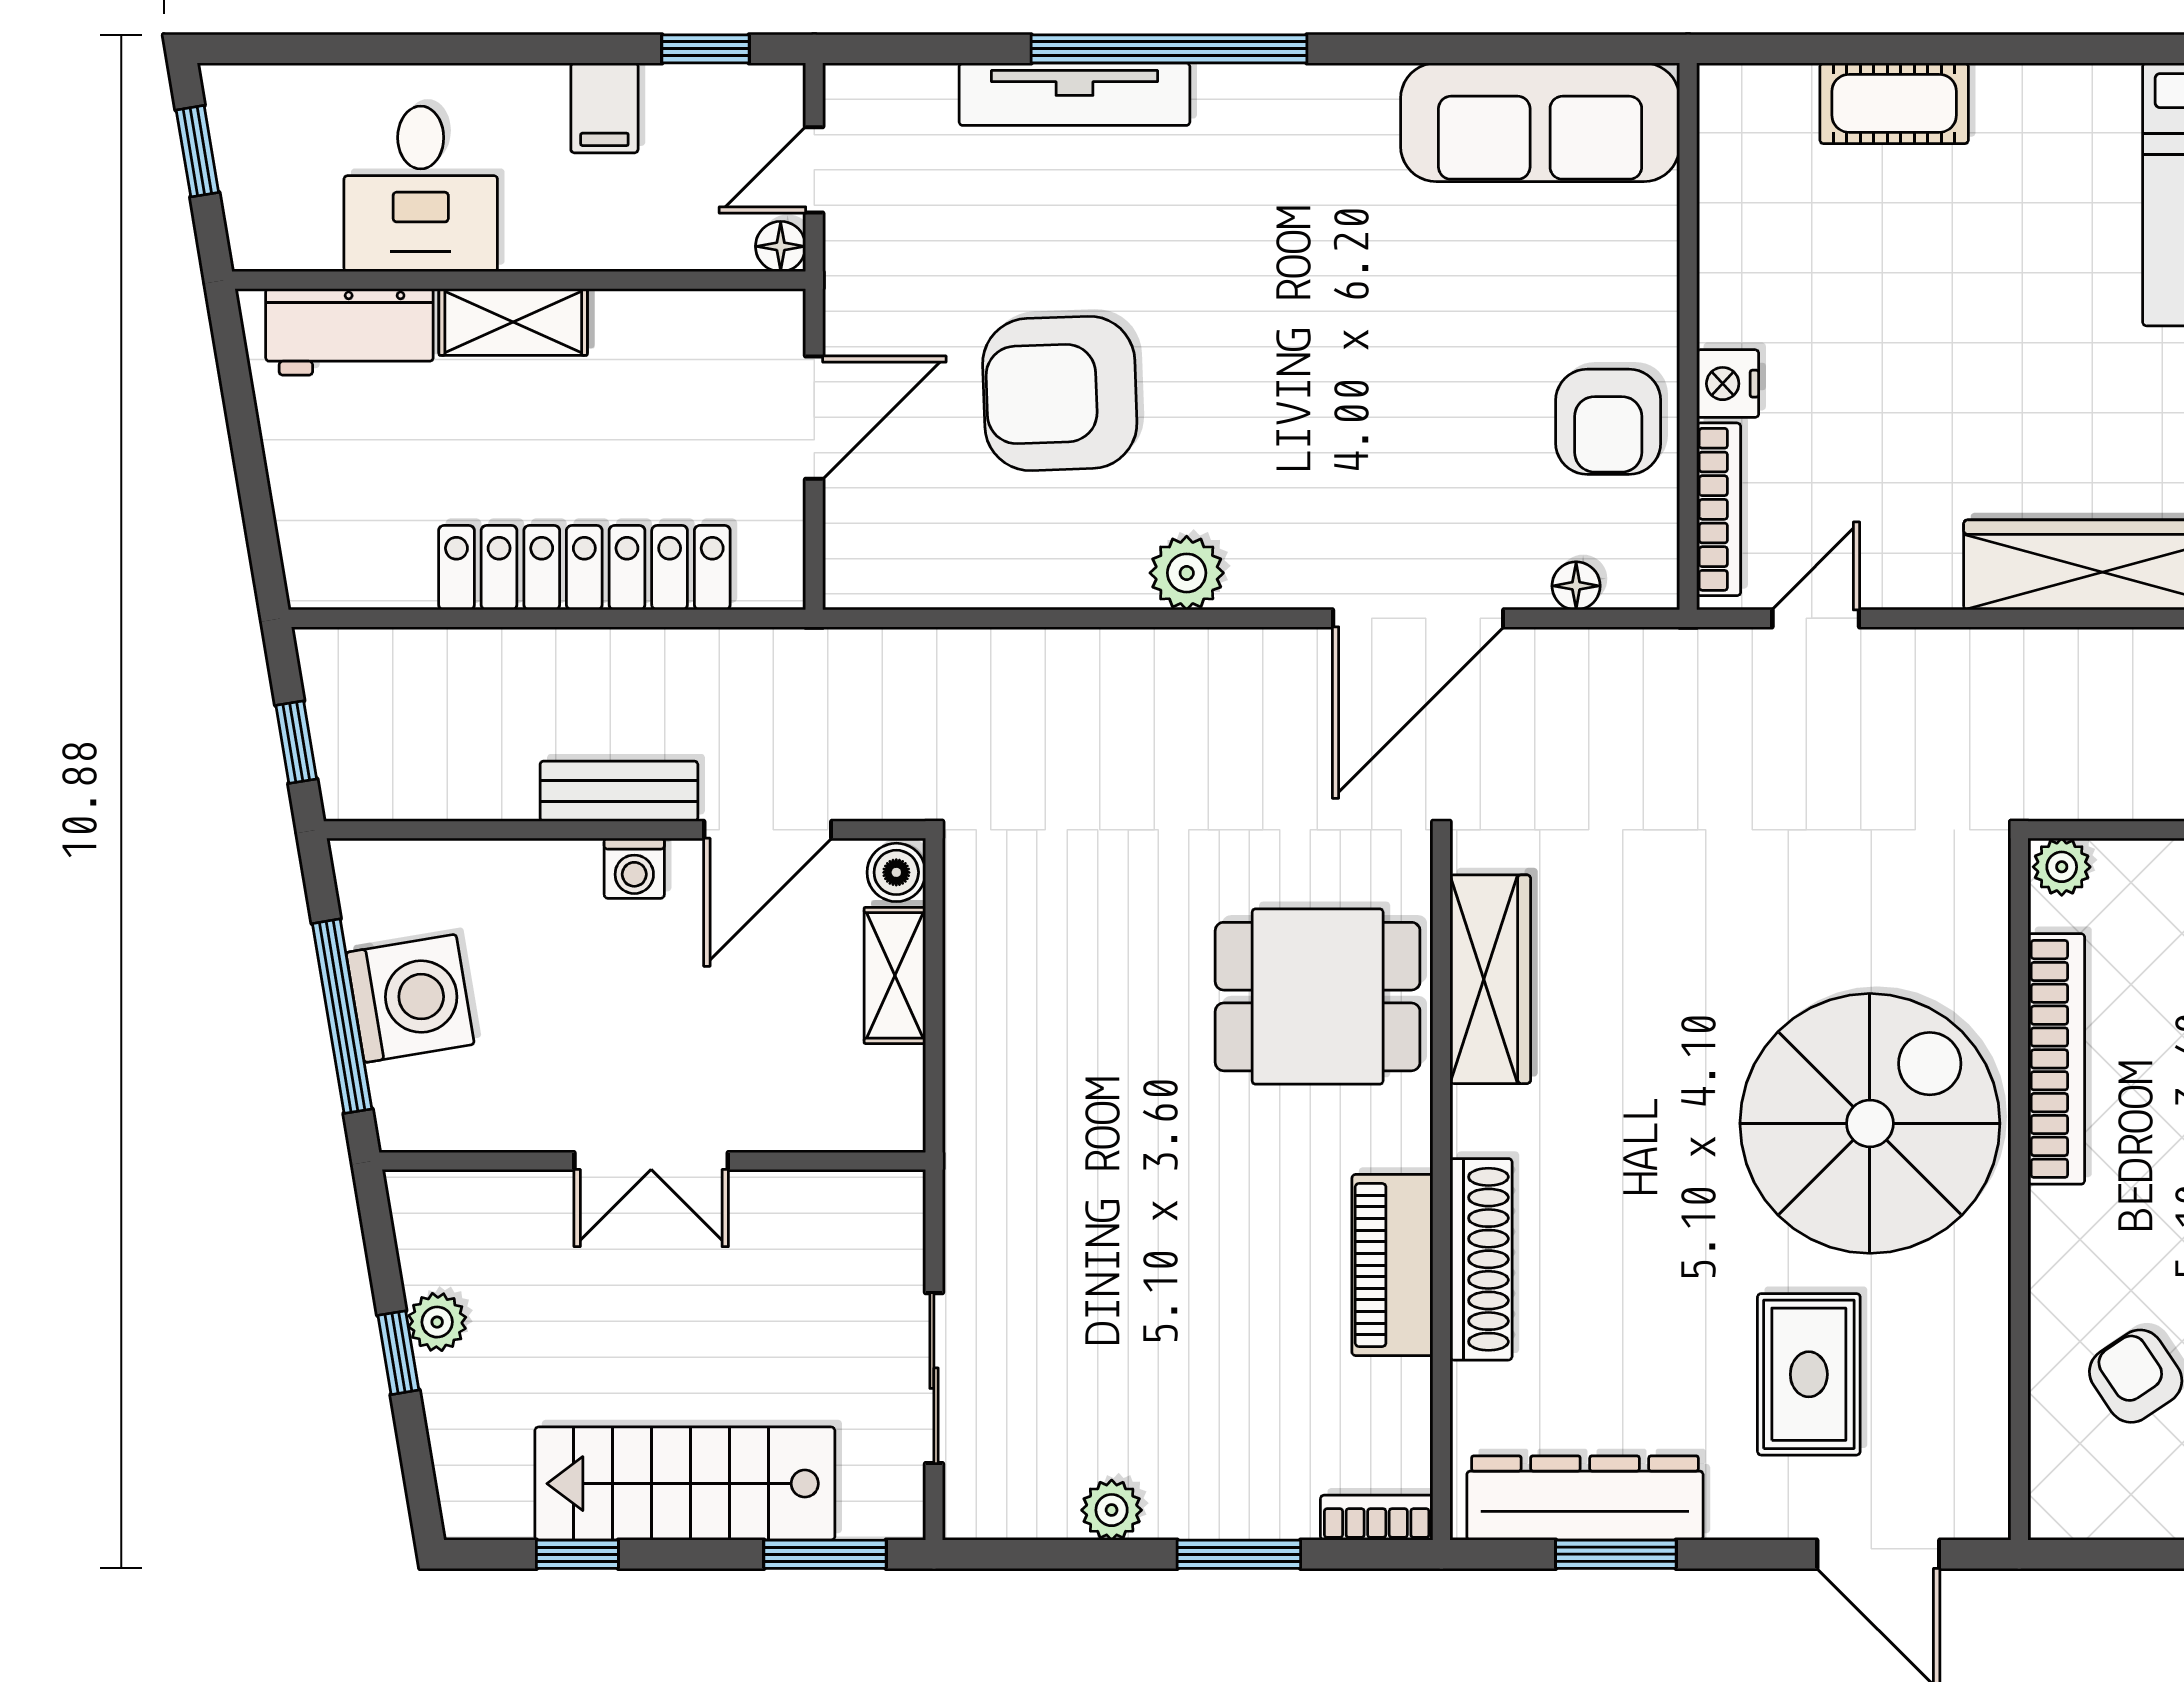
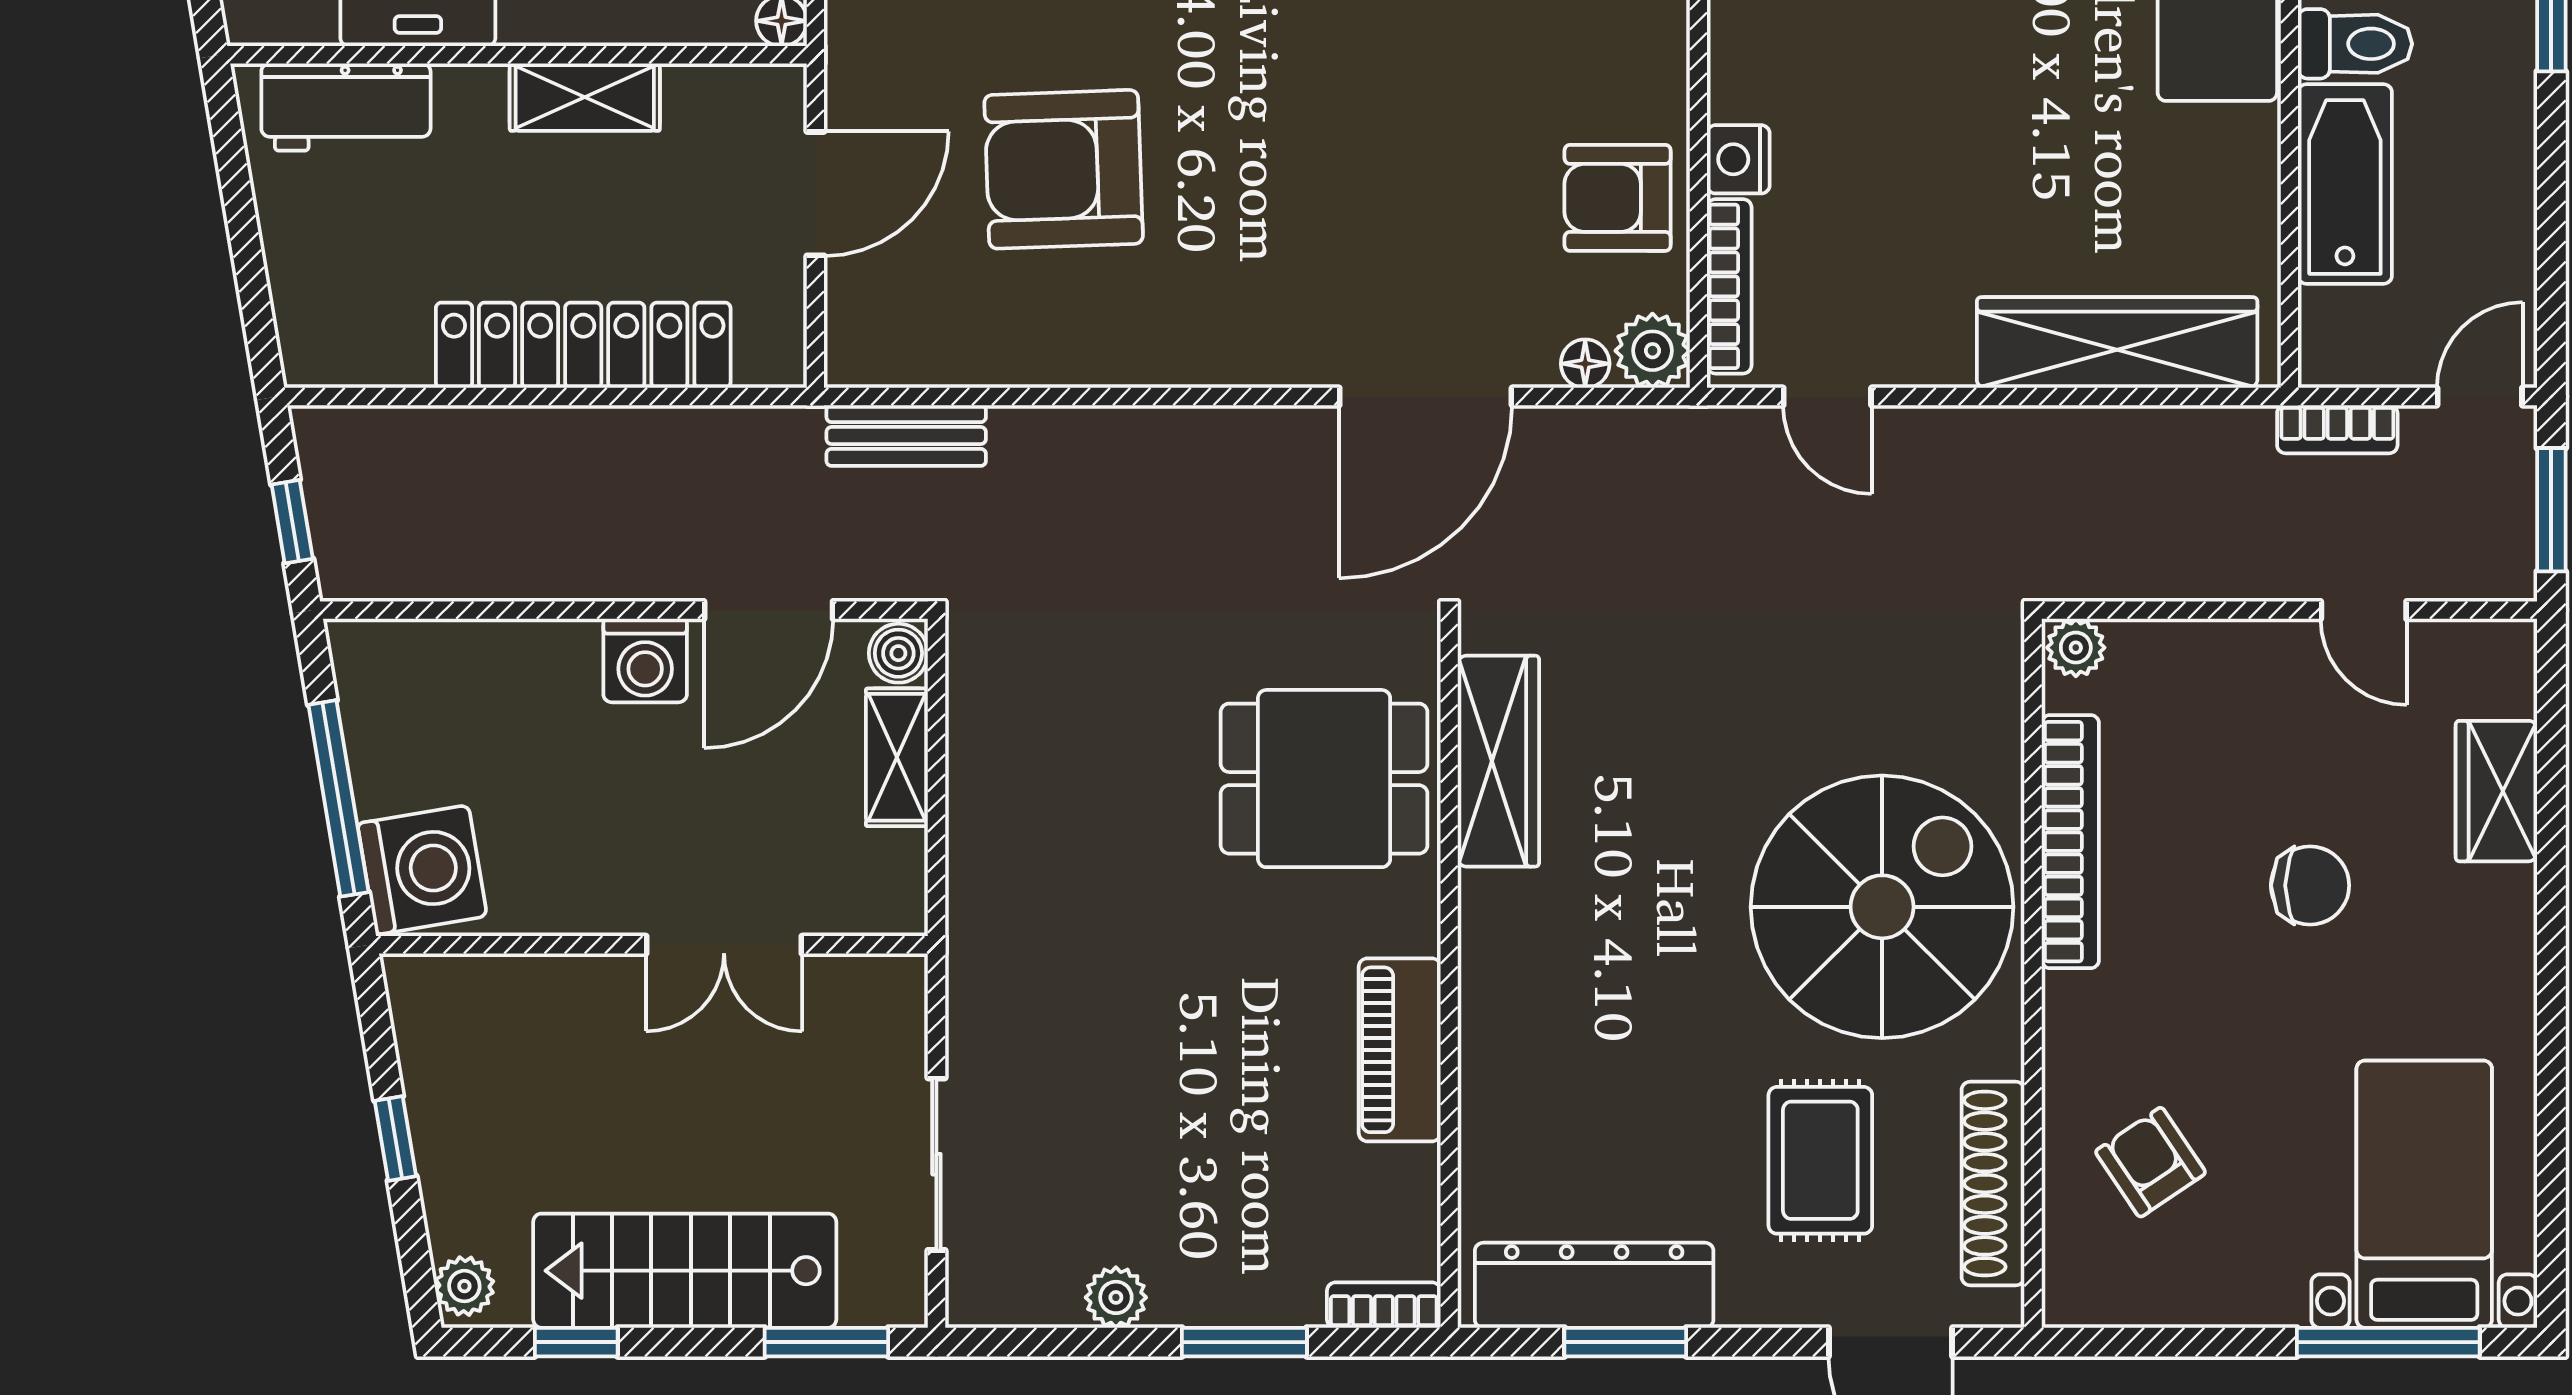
shelving: (513, 322) -> (585, 97), moved
armchair: (1608, 422) -> (1618, 198), turned 90
plant: (1187, 573) -> (1652, 351), moved
door: (1816, 618) -> (1827, 397), swing flipped
bench: (619, 791) -> (906, 435), moved
washing machine: (634, 868) -> (645, 660), width x1.38, depth x1.38
washing machine: (410, 998) -> (422, 870), moved
double door: (651, 1161) -> (724, 945), moved
shoe rack: (1481, 1259) -> (1993, 1184), moved, turned 180
plant: (437, 1322) -> (464, 1286), moved

